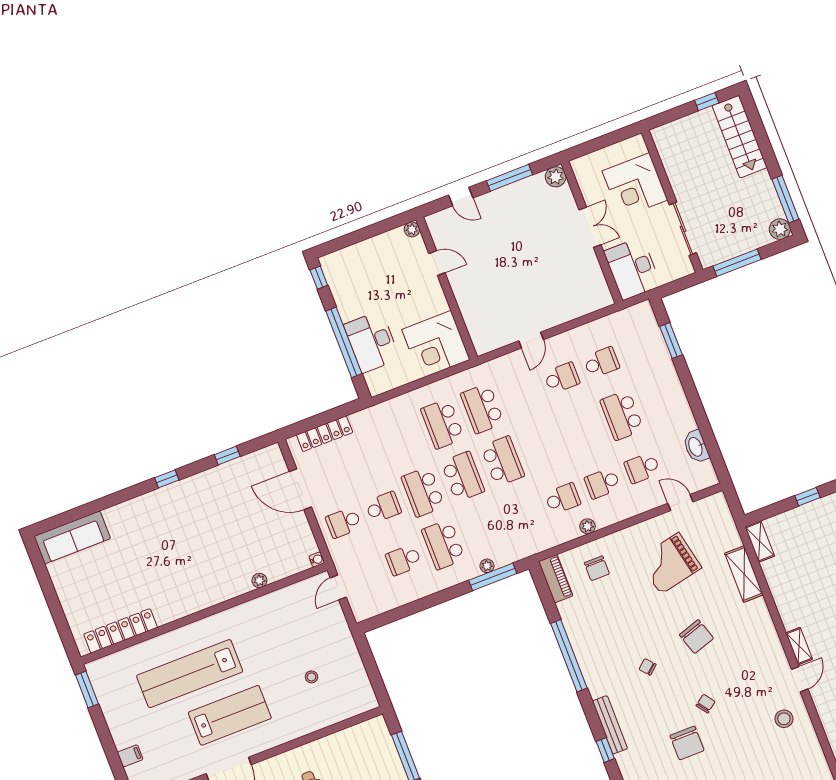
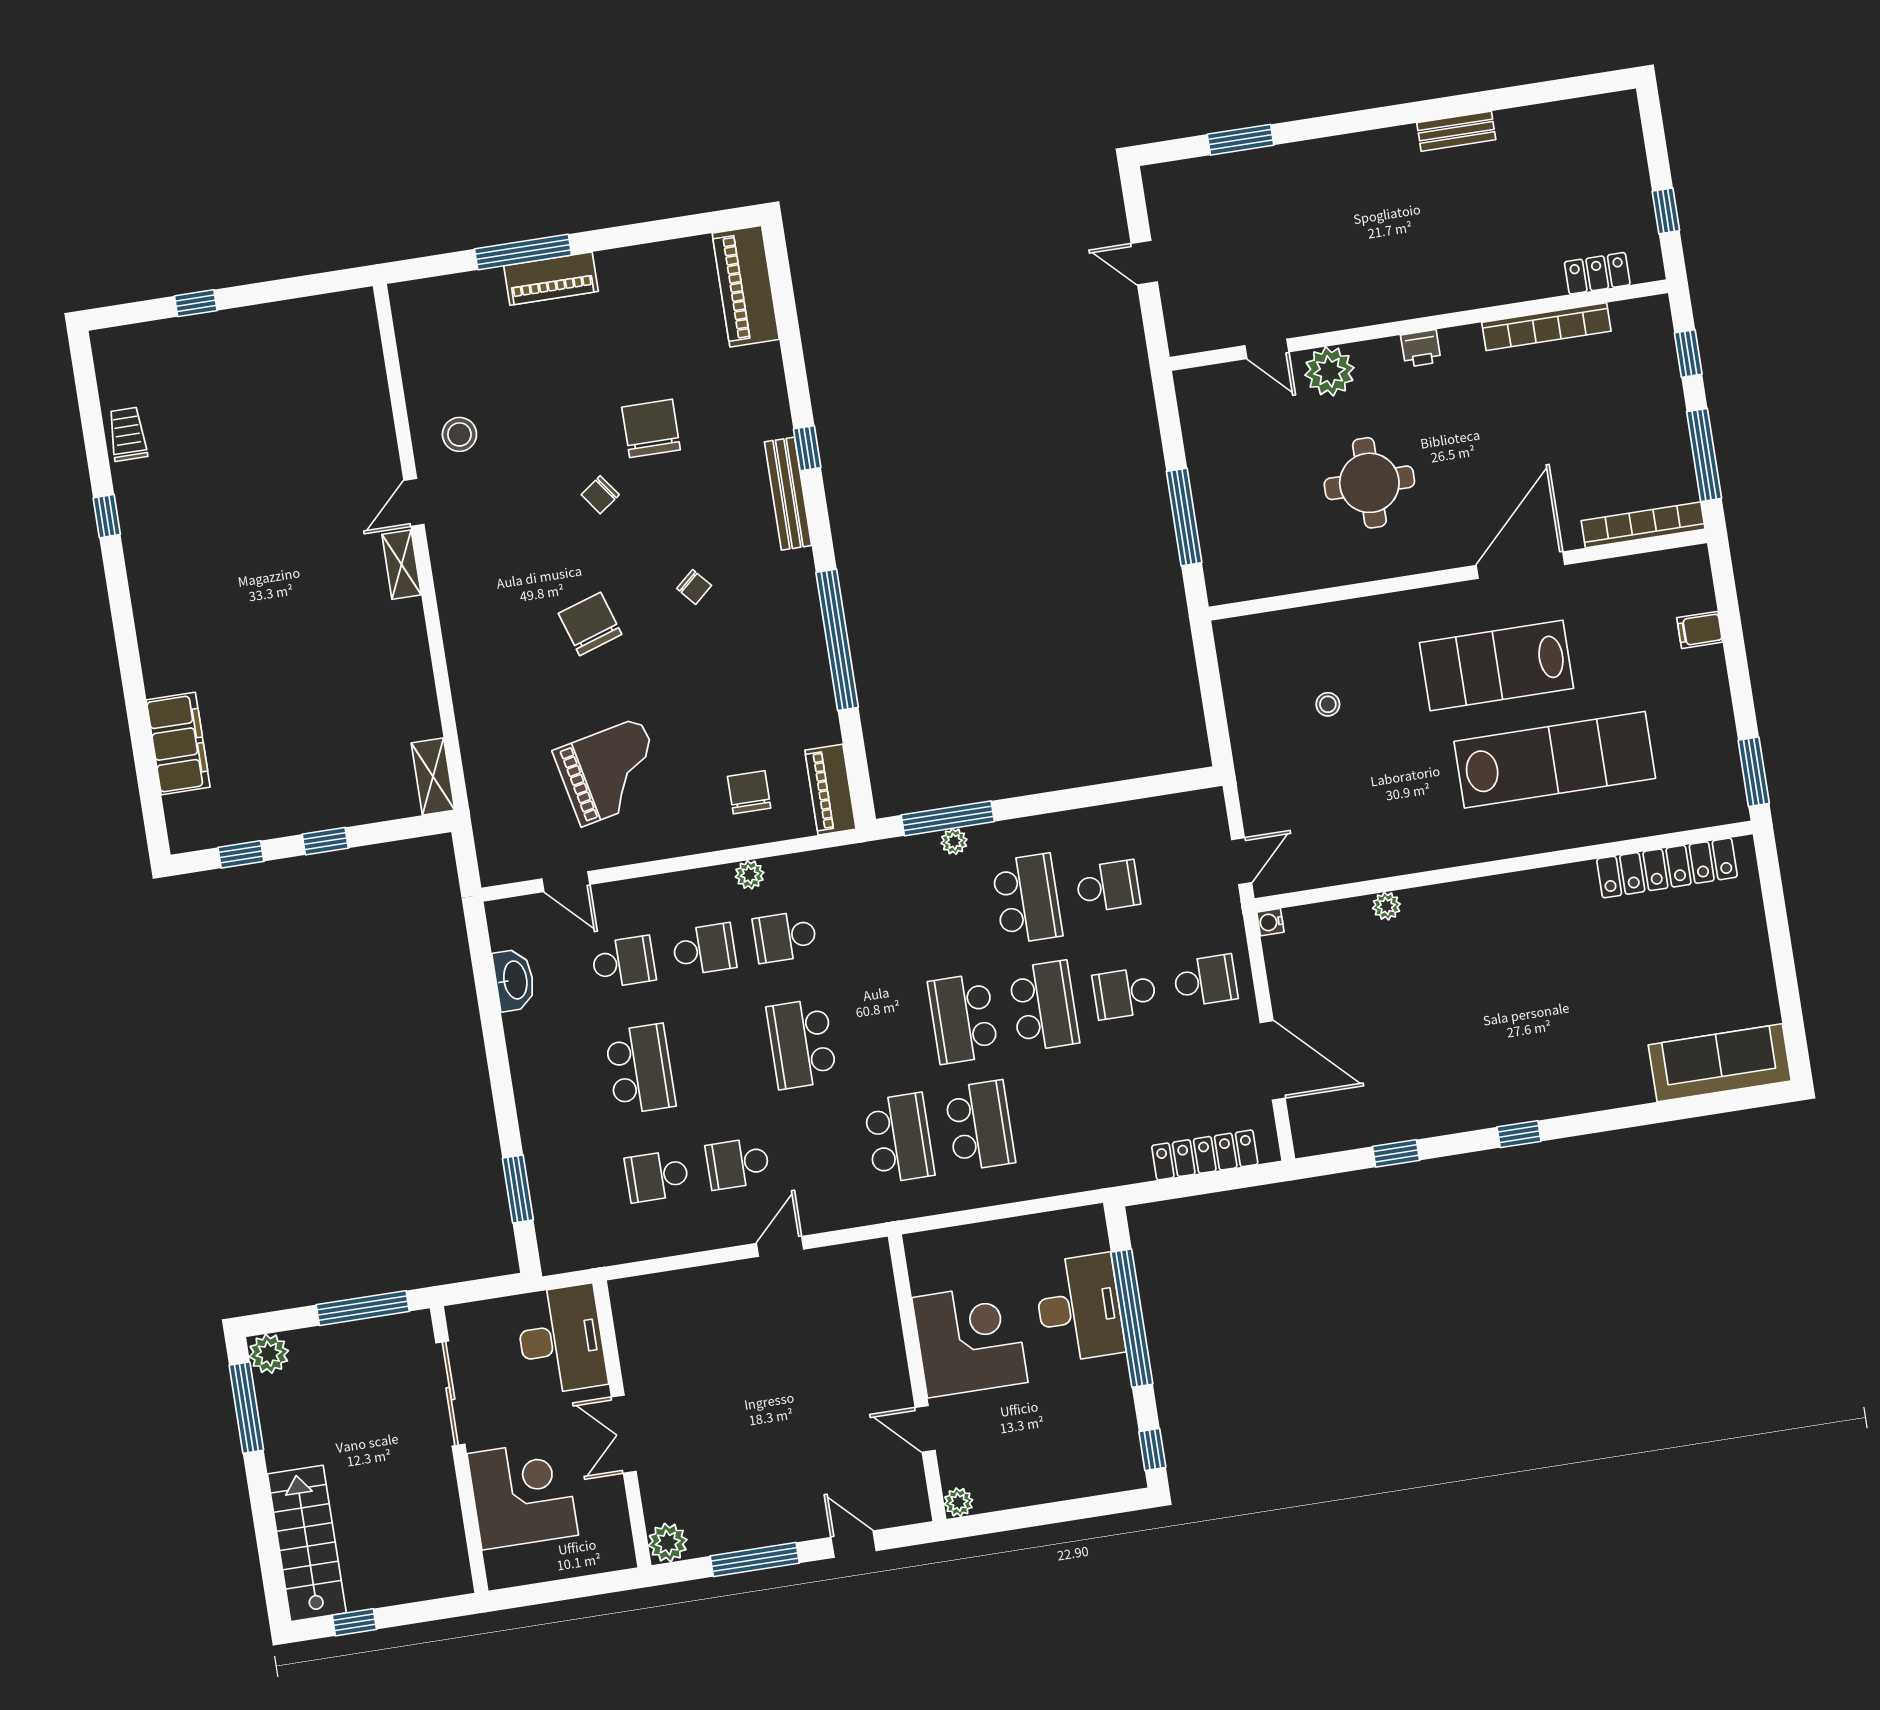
corner desk: (436, 345) -> (970, 1340), moved
school desk: (503, 461) -> (802, 1044), moved
shelving: (744, 574) -> (476, 722), removed

